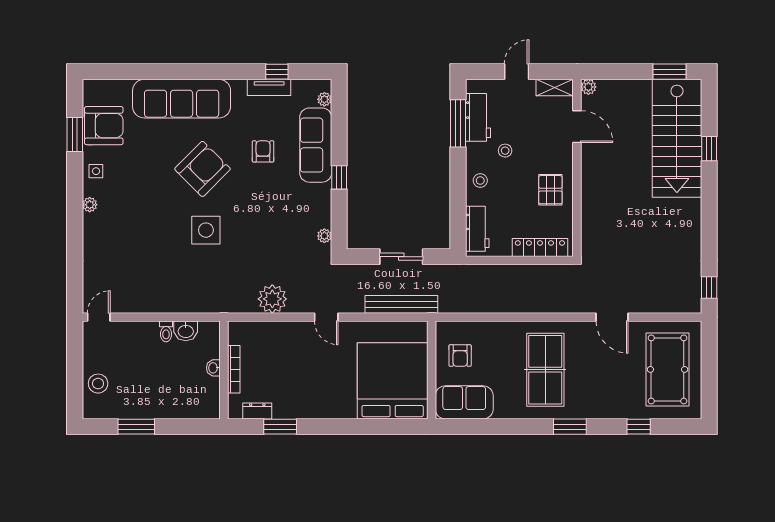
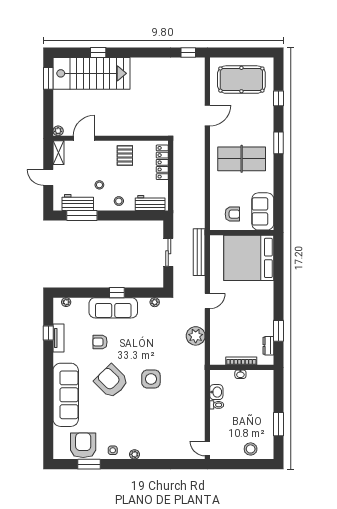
sofa: (316, 145) -> (113, 308), moved
pallet: (550, 190) -> (125, 156), turned 90

